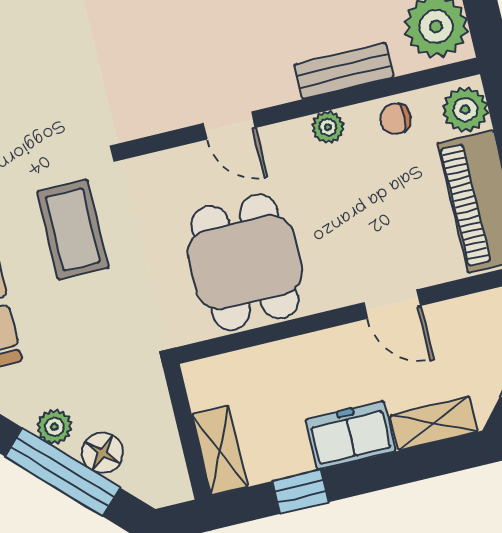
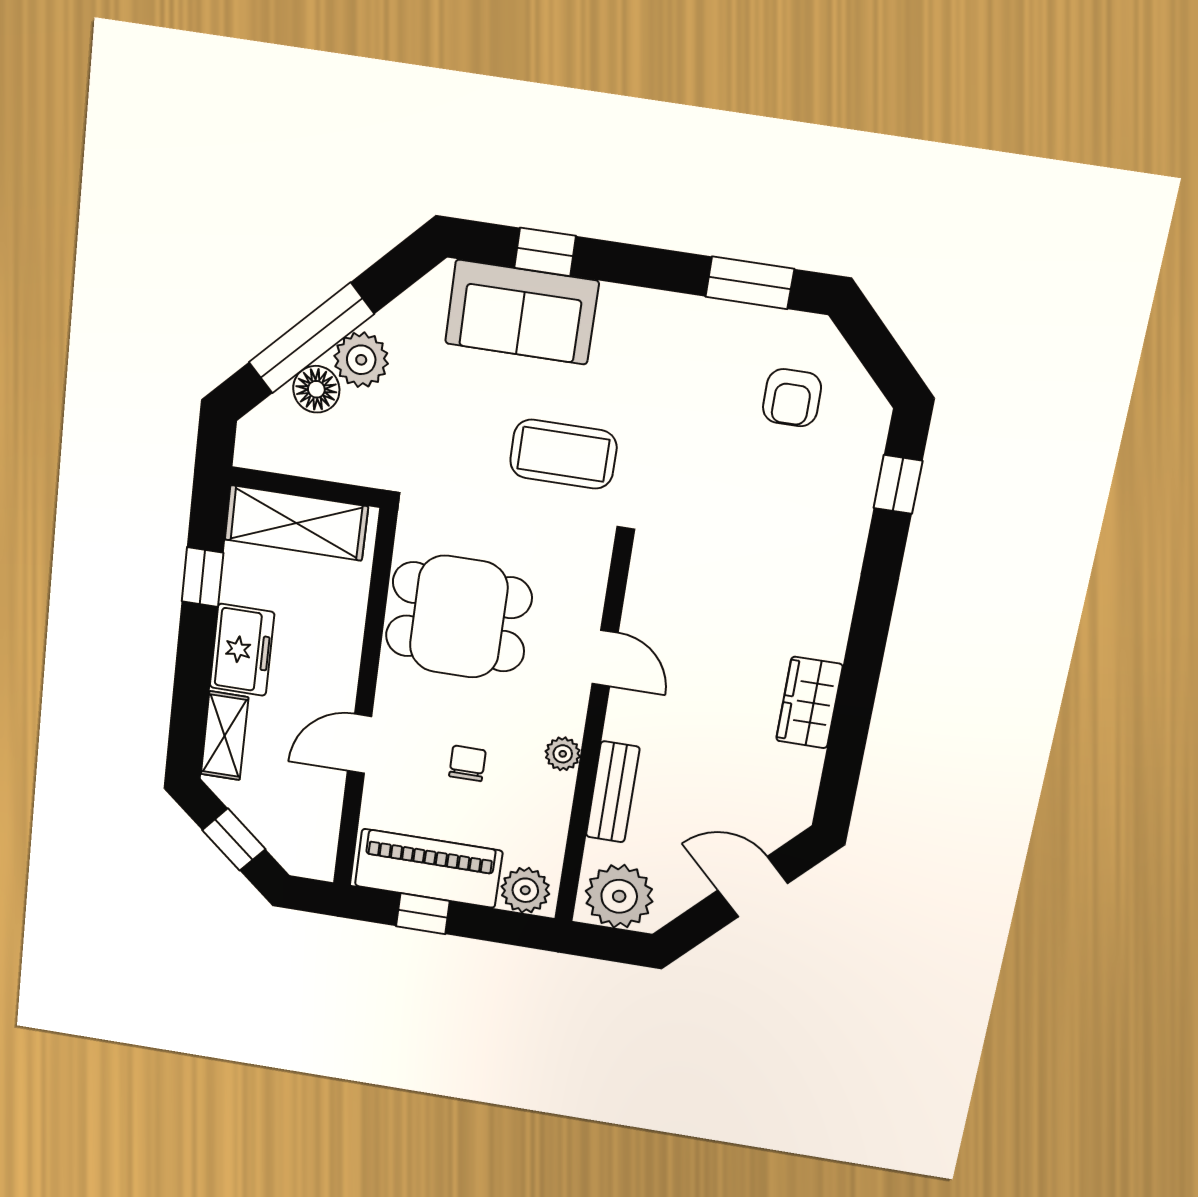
chair: (396, 119) -> (467, 763), moved
door: (229, 126) -> (605, 658), swing flipped
plant: (54, 427) -> (361, 360), width x1.38, depth x1.38
shelving: (220, 451) -> (296, 523), width x1.50, depth x1.33

